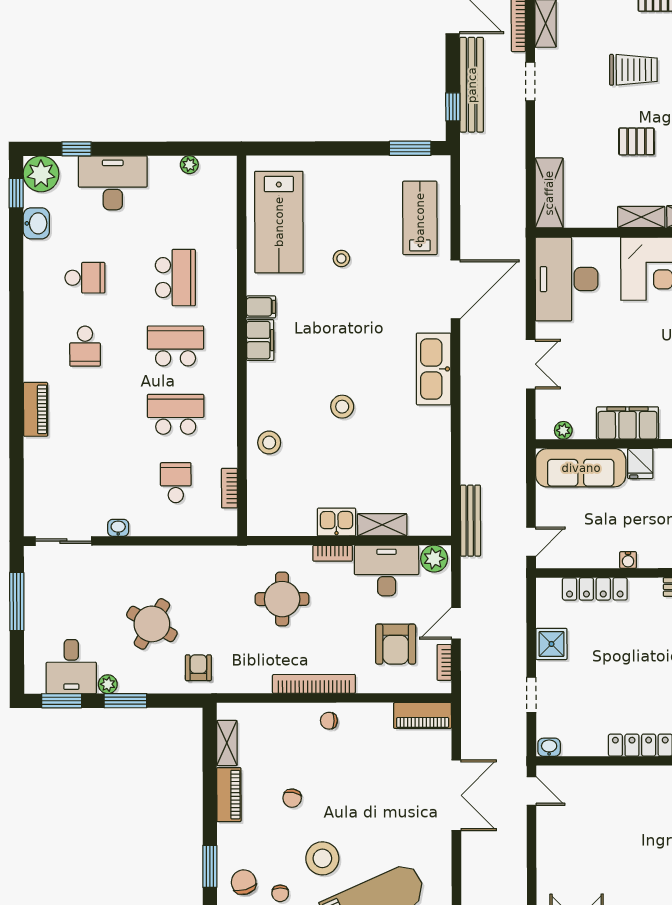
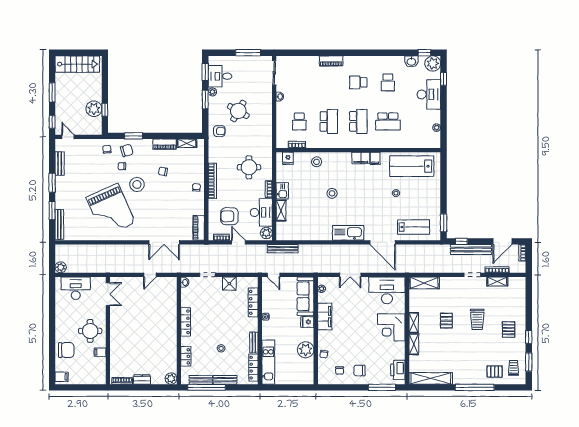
school desk: (176, 483) -> (299, 121), turned 90
fridge: (261, 509) -> (288, 158), added
door: (531, 791) -> (150, 275), moved

